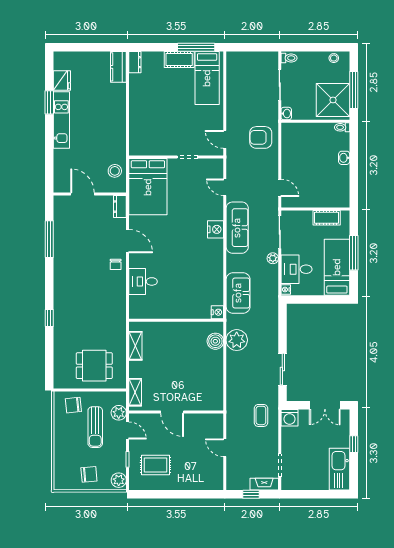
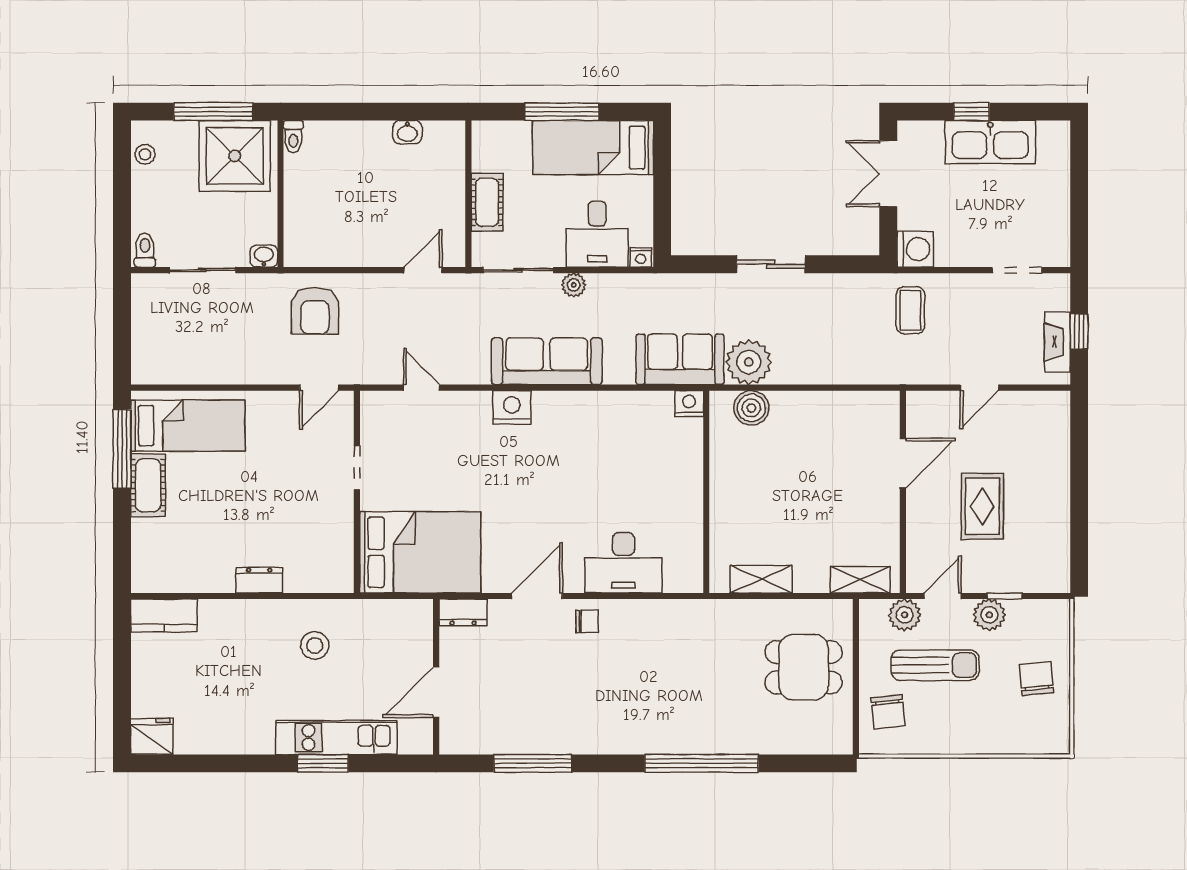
dresser: (135, 62) -> (259, 580), moved
fridge: (62, 81) -> (152, 736), moved
window: (49, 102) -> (323, 763), moved
kitchen unit: (61, 120) -> (336, 737), moved
washbasin: (344, 158) -> (407, 132), moved
stool: (115, 171) -> (315, 645), moved
door: (225, 187) -> (422, 388), swing flipped
cot: (327, 218) -> (487, 202), moved
sofa: (237, 228) -> (547, 361), moved
desk: (143, 281) -> (623, 563), width x1.37
sofa: (238, 293) -> (680, 359), moved
window: (49, 318) -> (702, 763), width x3.17
dining table: (94, 366) -> (804, 667), turned 90
sliding door: (282, 369) -> (771, 264), moved
double door: (325, 405) -> (888, 174), swing flipped
door: (172, 412) -> (903, 463), moved
coffee table: (261, 415) -> (910, 310), turned 90
rug: (155, 465) -> (982, 506), moved
kitchen sink: (339, 469) -> (990, 142), moved
plant: (119, 480) -> (989, 615), moved
fireplace: (264, 484) -> (1057, 342), moved

